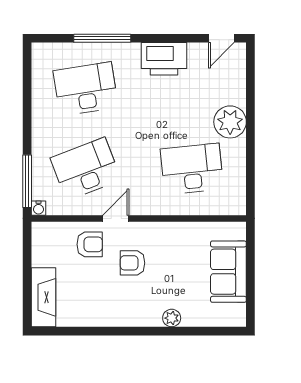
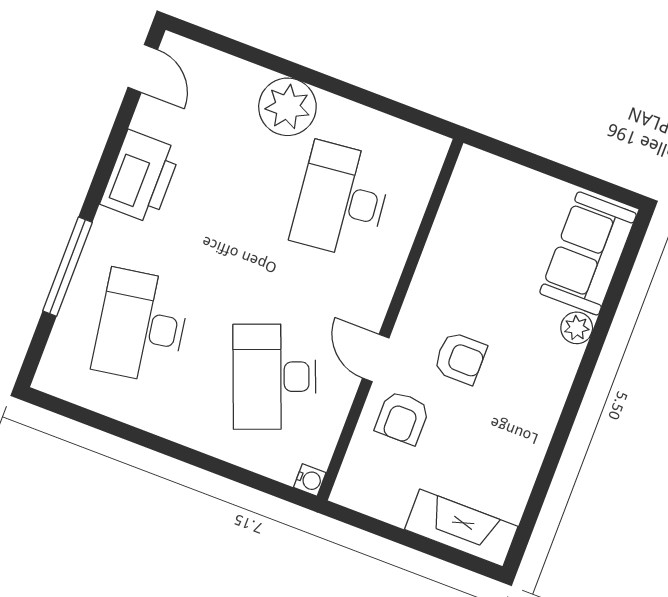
window: (27, 181) -> (258, 482), removed
armchair: (90, 244) -> (402, 418), turned 180
armchair: (132, 263) -> (460, 358), turned -90
sofa: (228, 272) -> (588, 253), moved, turned 90

